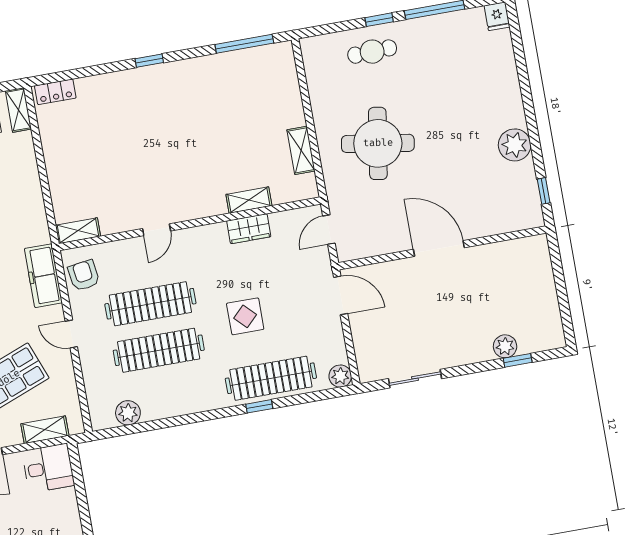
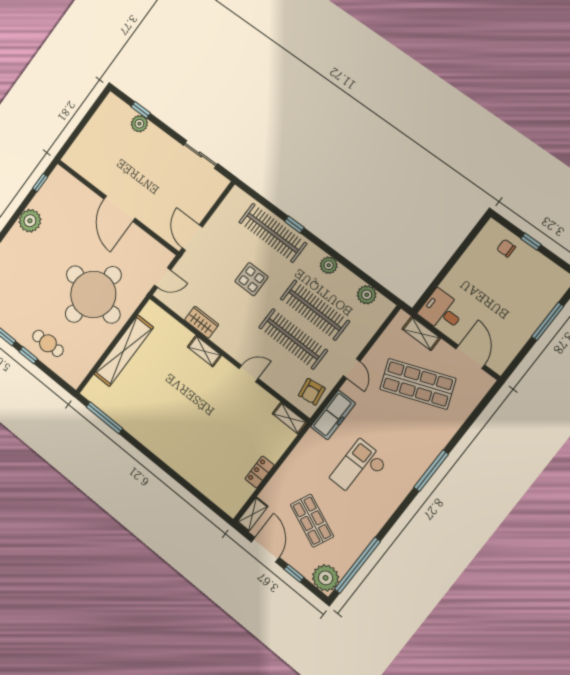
window: (149, 61) -> (160, 463), removed
locker: (55, 92) -> (260, 472), moved, turned -90
round table: (378, 143) -> (93, 294), width x1.36, depth x1.36
shelving: (301, 150) -> (124, 351), width x2.20, depth x1.33
shelving: (249, 200) -> (204, 351), moved
plant: (340, 376) -> (329, 265), moved

